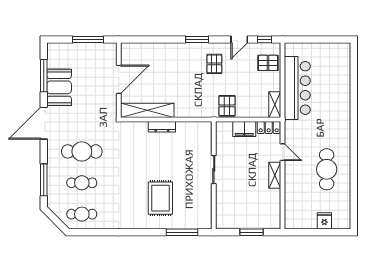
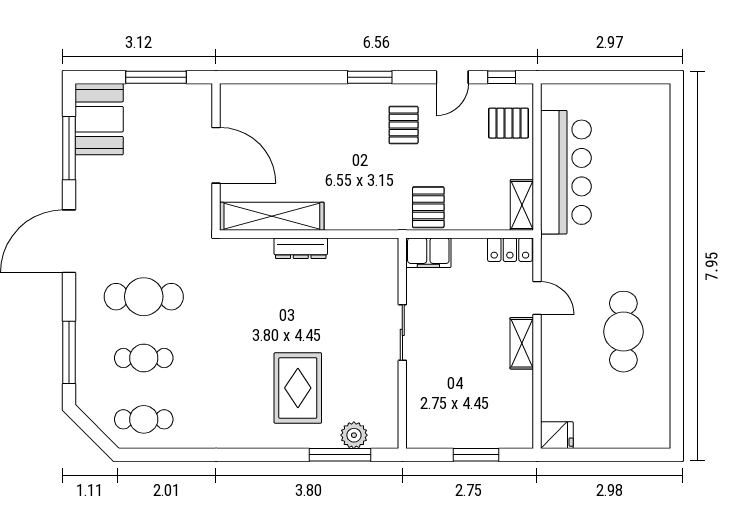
door: (119, 79) -> (216, 155), hinge flipped
booth: (59, 87) -> (99, 119), moved
filing cabinet: (244, 129) -> (428, 253), moved
fridge: (324, 221) -> (557, 435), moved, turned 90
plant: (189, 222) -> (354, 435), added

